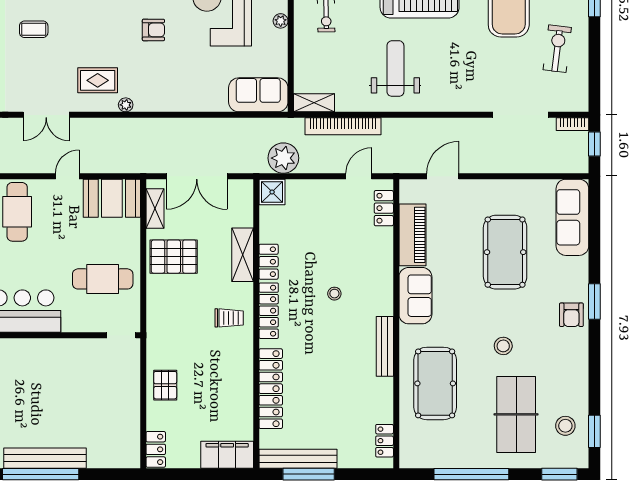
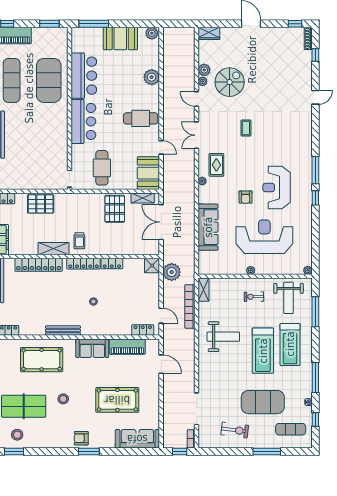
sofa: (258, 95) -> (208, 227), moved, width x1.36
shelving: (243, 255) -> (54, 249), moved
pallet: (165, 385) -> (41, 204), width x1.50, depth x1.42

